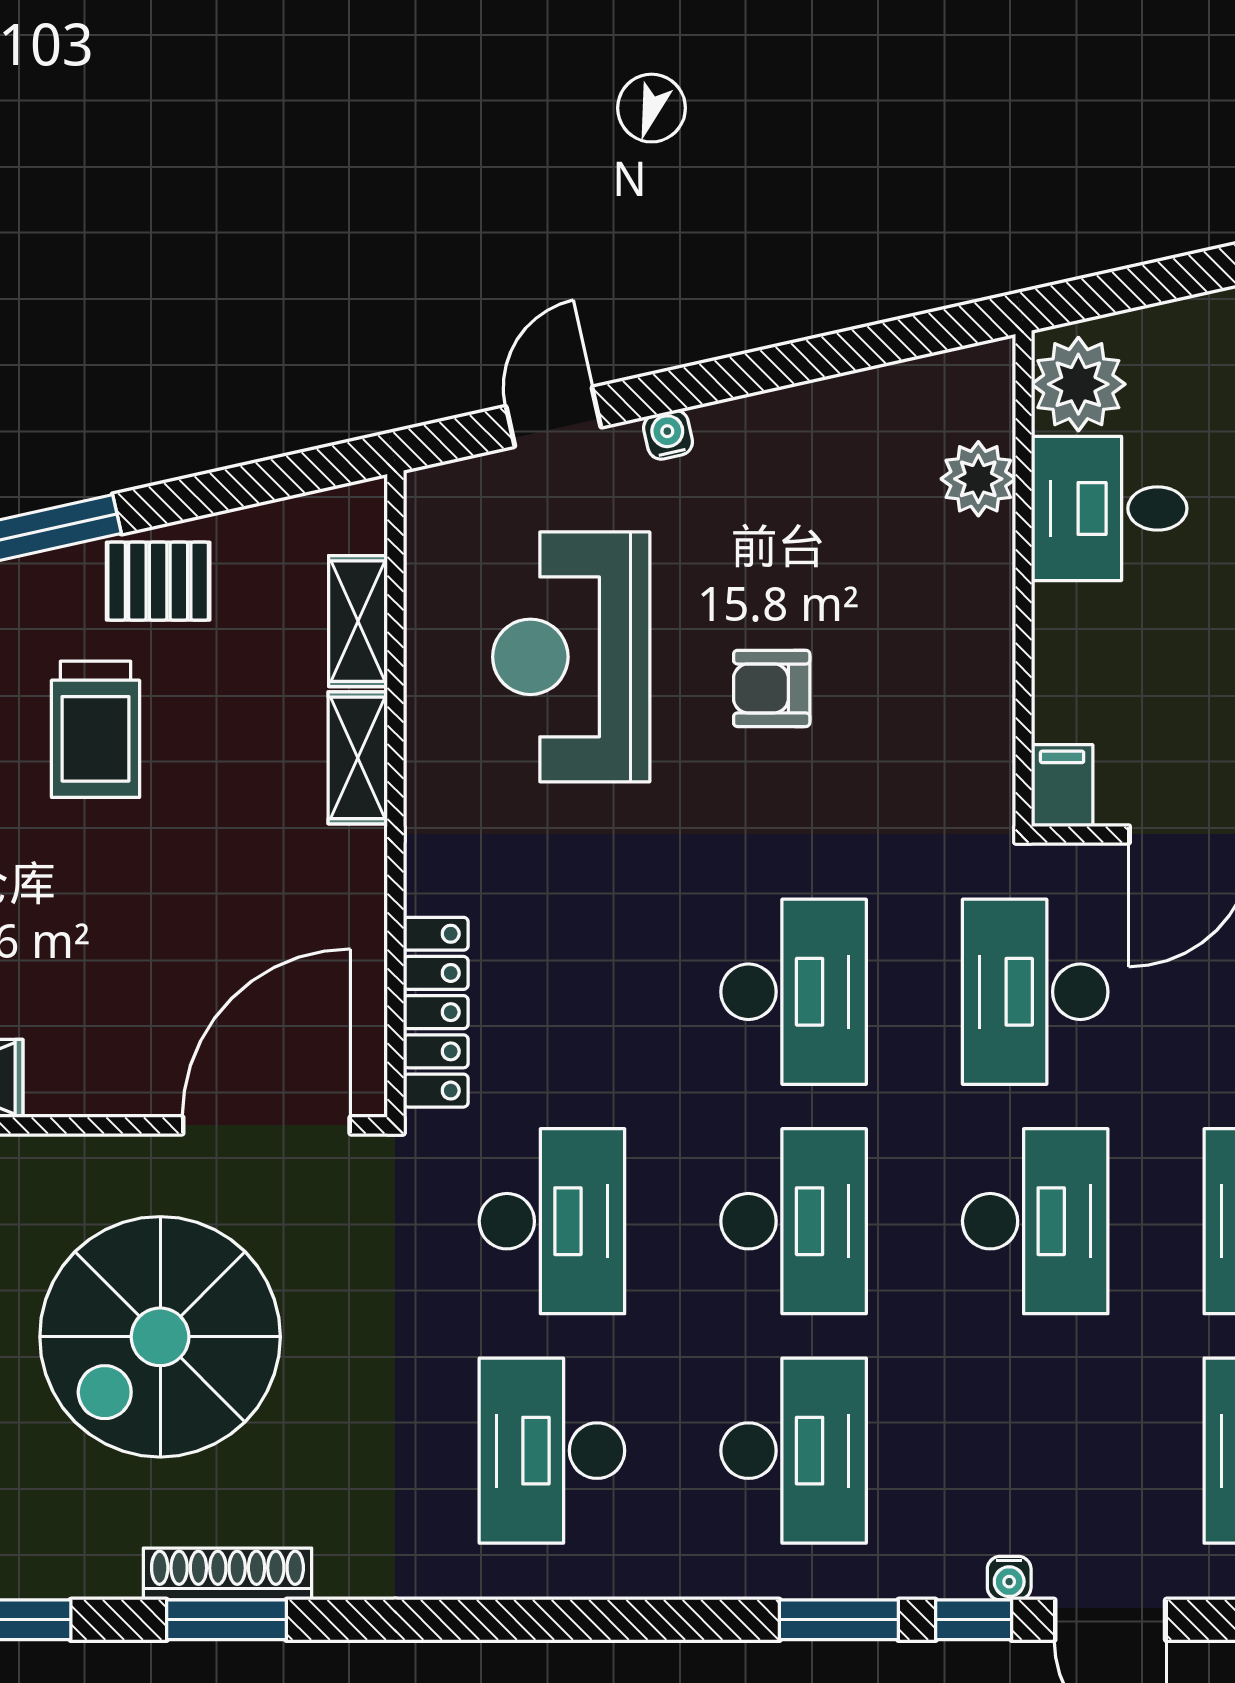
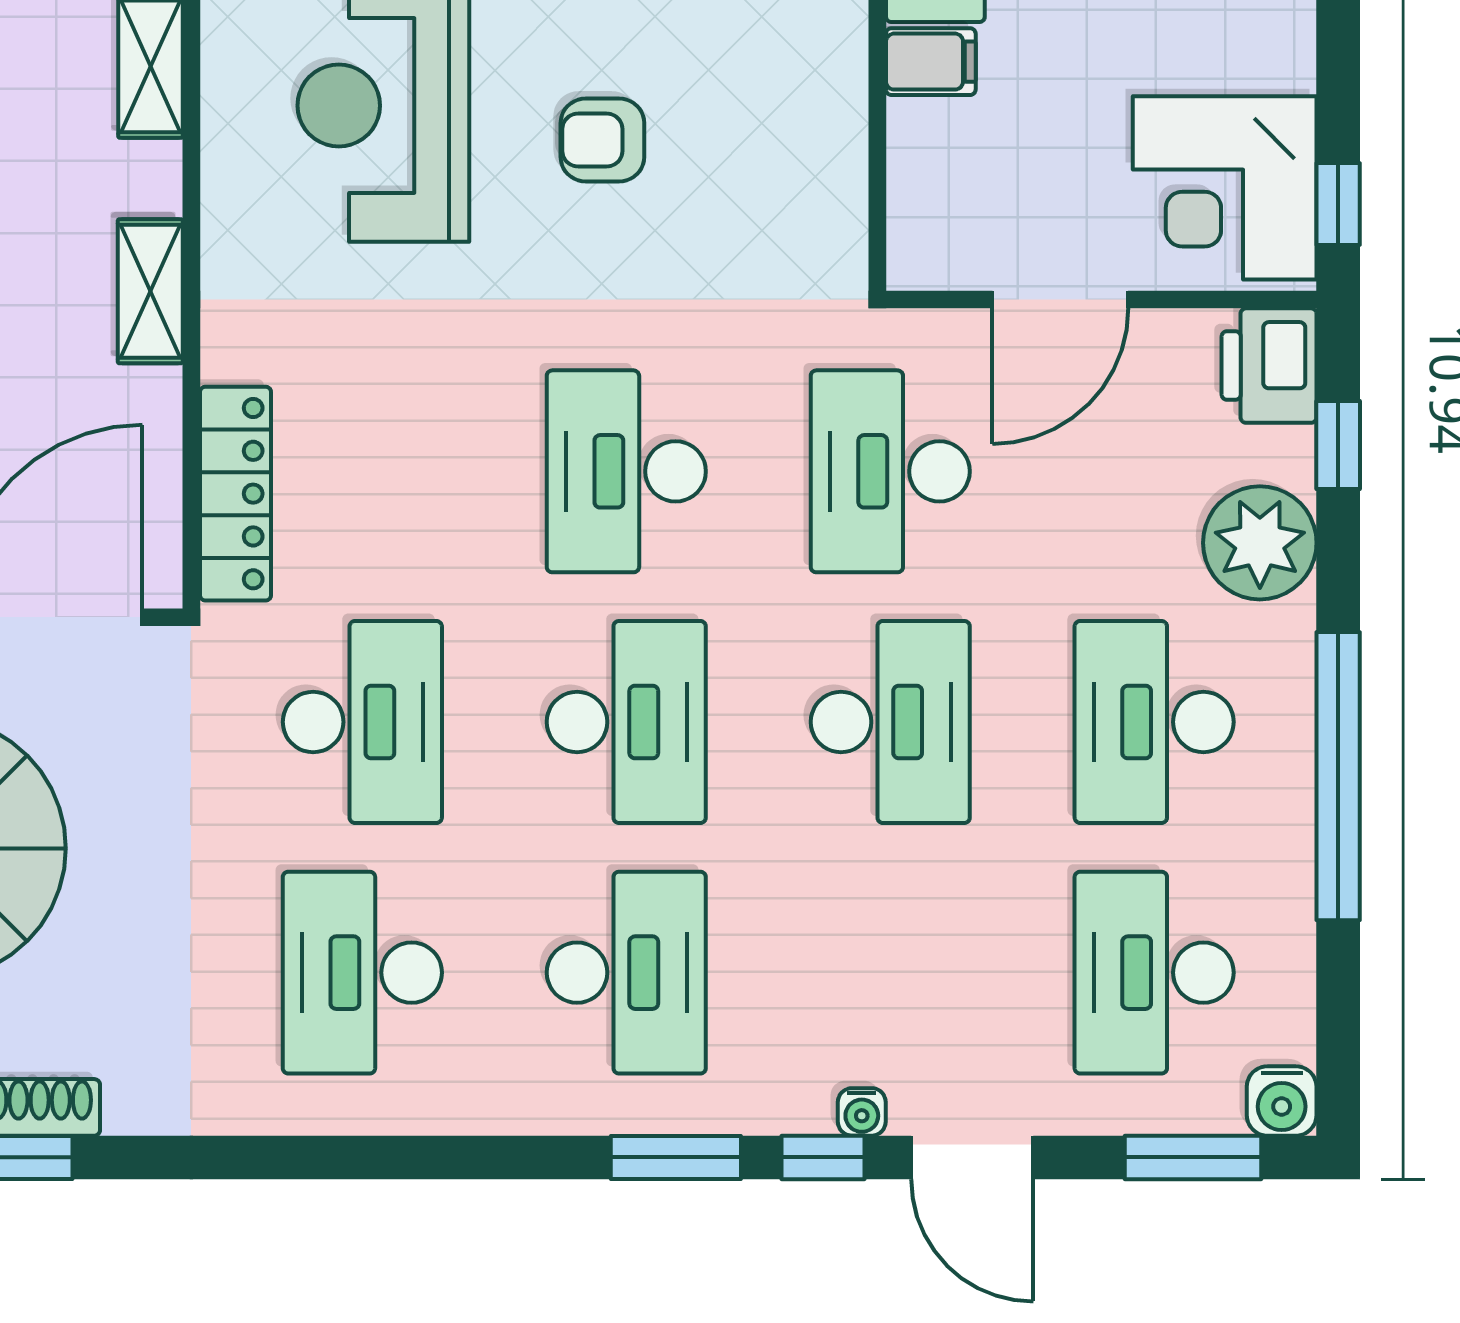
shelving: (358, 758) -> (150, 291), moved
filing cabinet: (1062, 786) -> (931, 62), moved, turned 90
desk: (794, 992) -> (626, 471), turned 180

